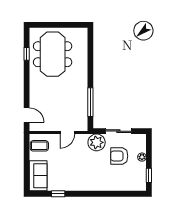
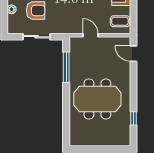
meeting table: (53, 54) -> (97, 99), moved, turned 90
door: (67, 133) -> (90, 35), hinge flipped
plant: (97, 142) -> (60, 25), removed

